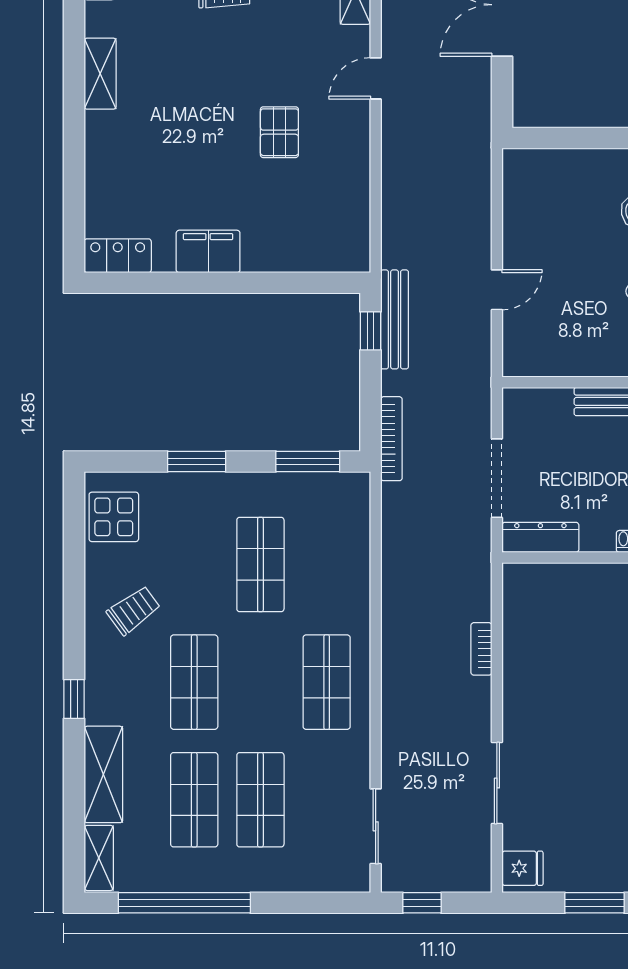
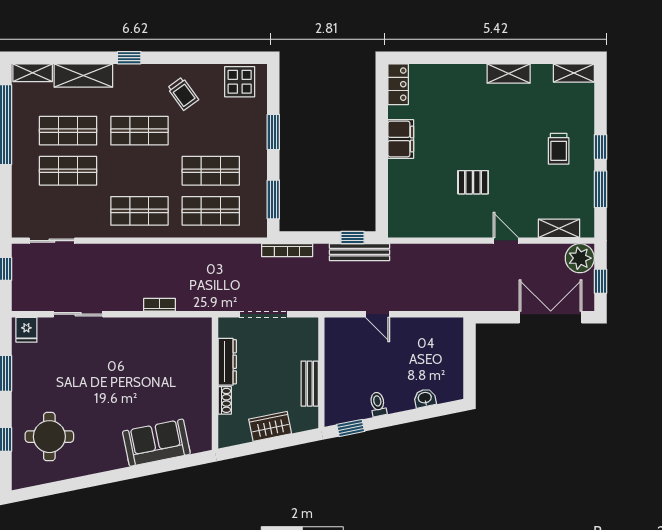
dresser: (540, 537) -> (227, 362), moved
shop shelf: (327, 565) -> (211, 211), added

